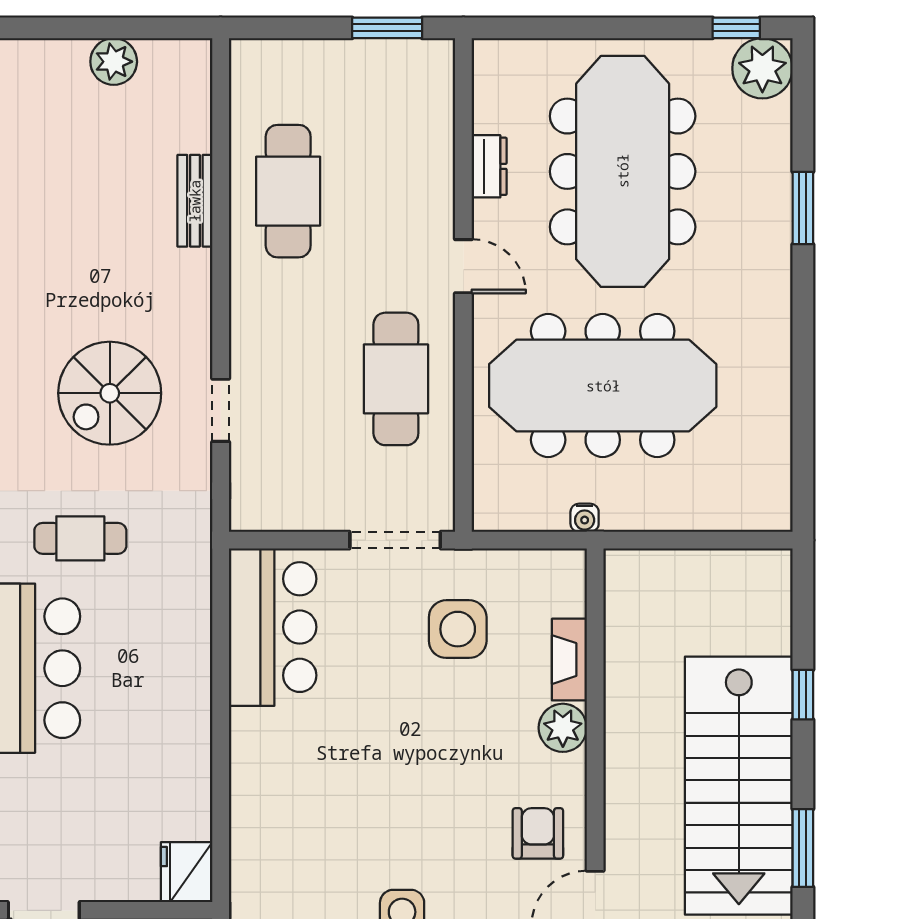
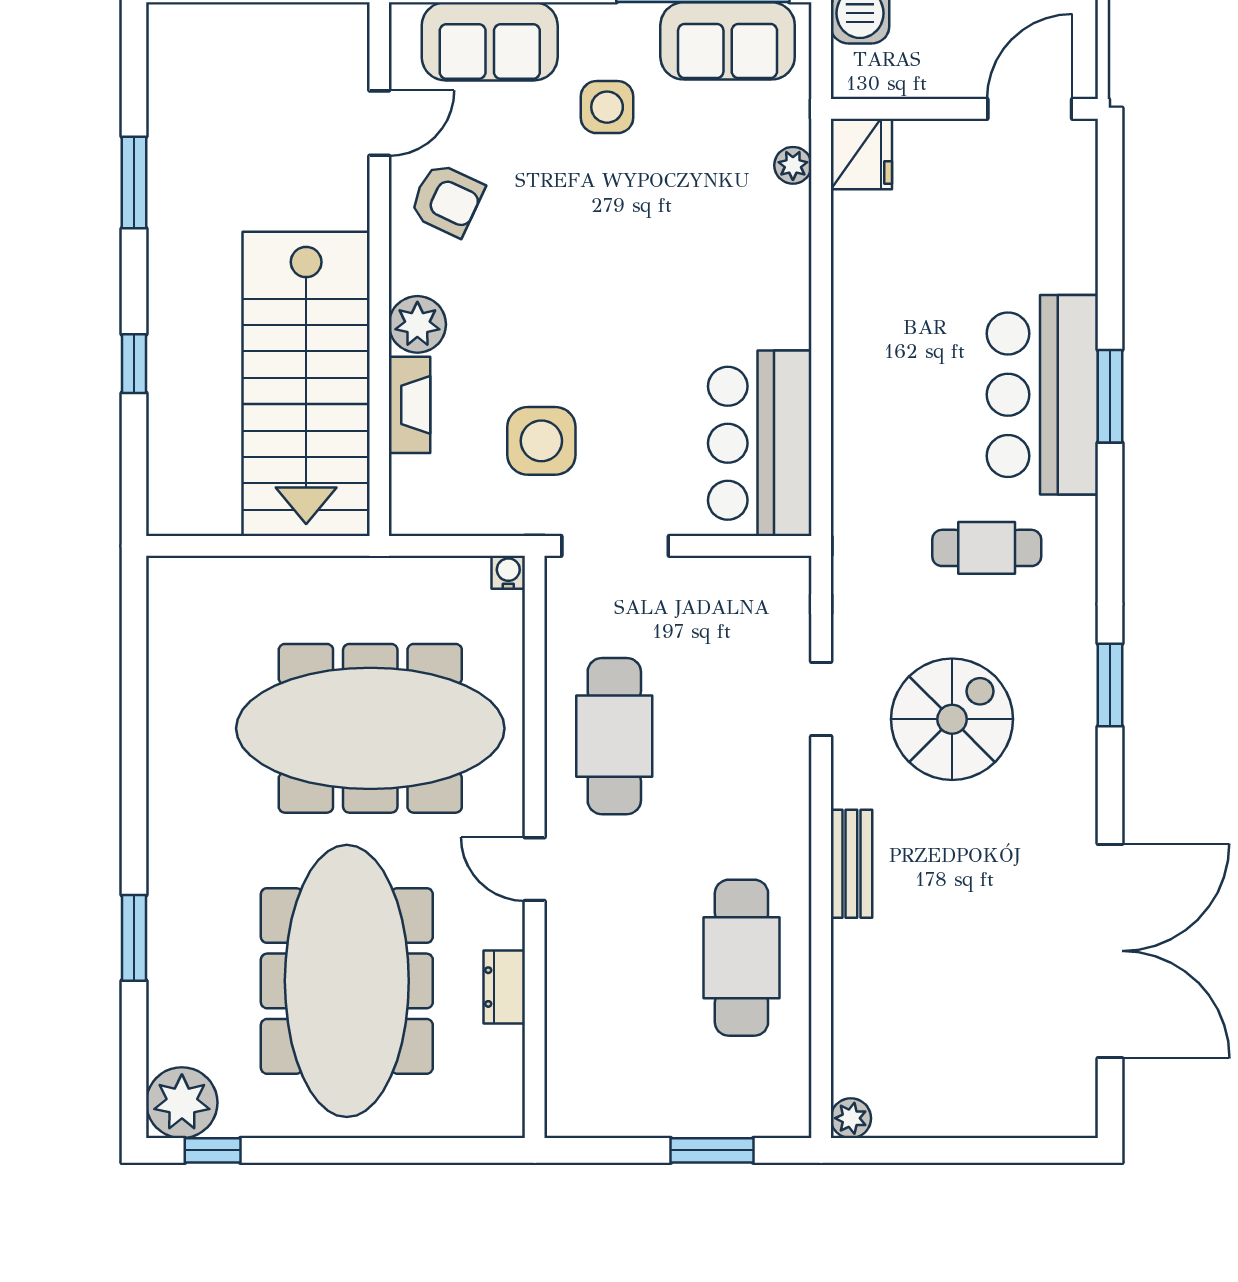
window: (387, 28) -> (712, 1150), moved
plant: (114, 62) -> (851, 1118), moved, width x0.73, depth x0.73
bench: (195, 201) -> (851, 864), moved
water cooler: (585, 518) -> (508, 572), moved
stairs: (739, 786) -> (306, 384), moved, turned 180
armchair: (538, 833) -> (447, 200), turned -65
plant: (245, 863) -> (793, 165), added

